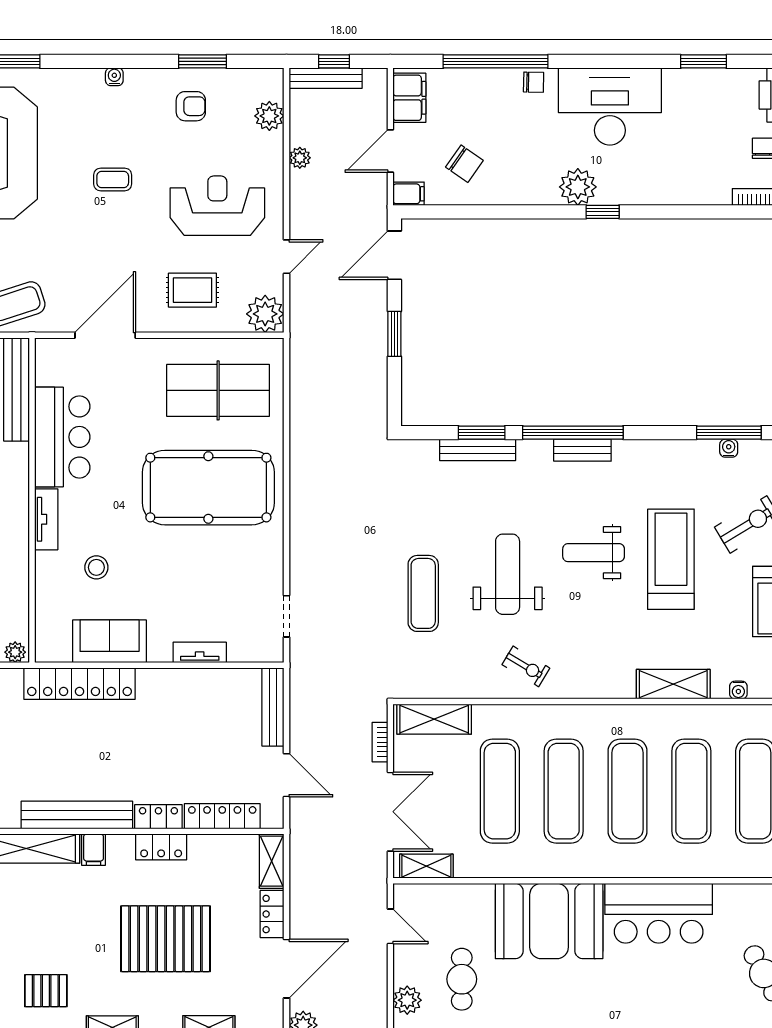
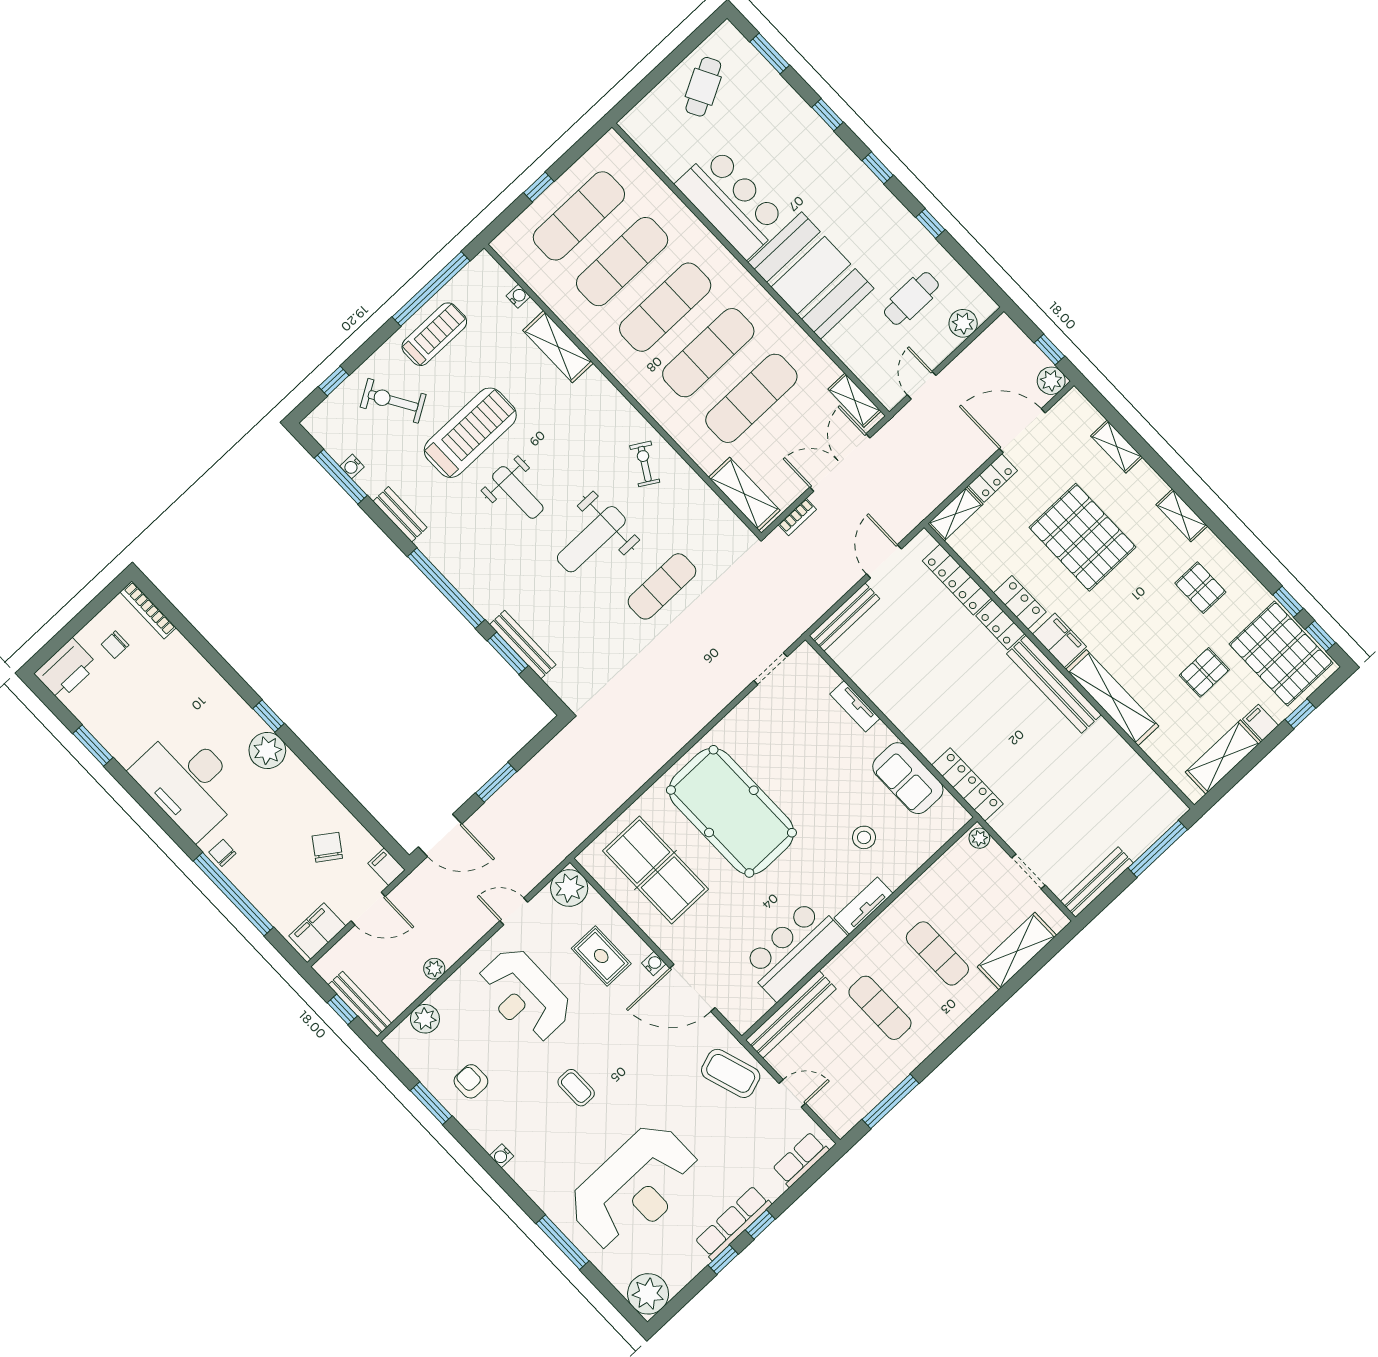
water cooler: (150, 324) -> (654, 963), added
bench: (582, 450) -> (400, 514), moved
treadmill: (671, 559) -> (470, 433), turned 180
locker: (80, 684) -> (967, 784), width x0.71, depth x0.83
filing cabinet: (94, 850) -> (1060, 640), width x2.00

